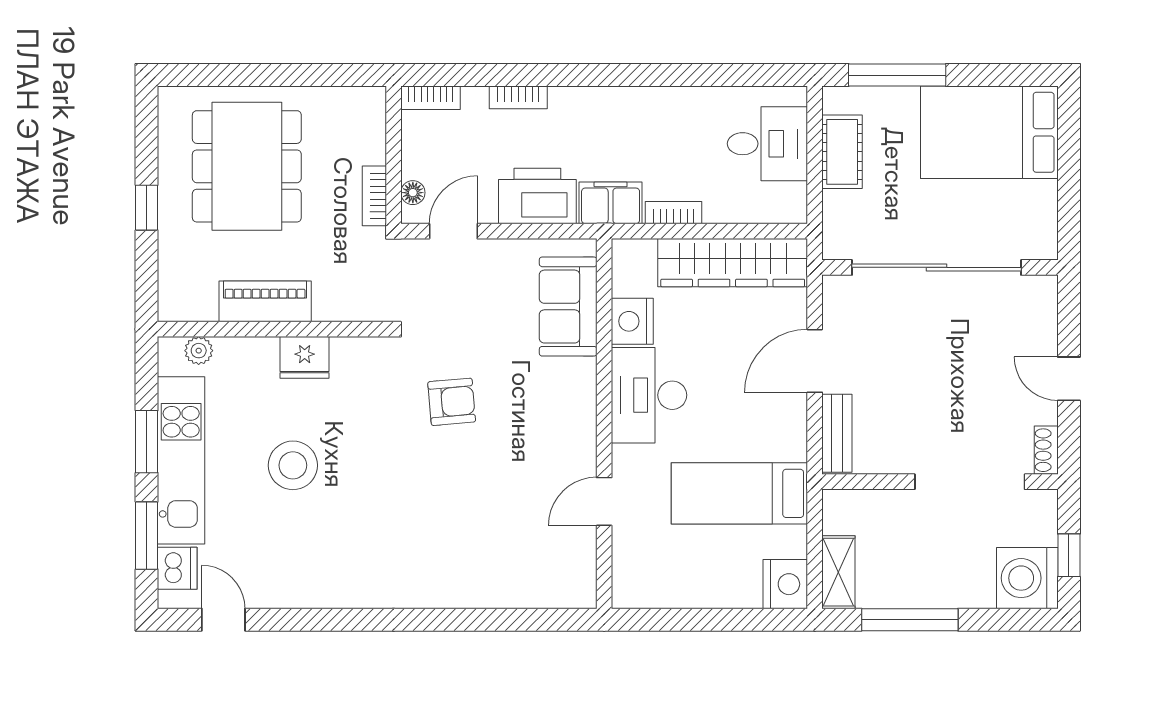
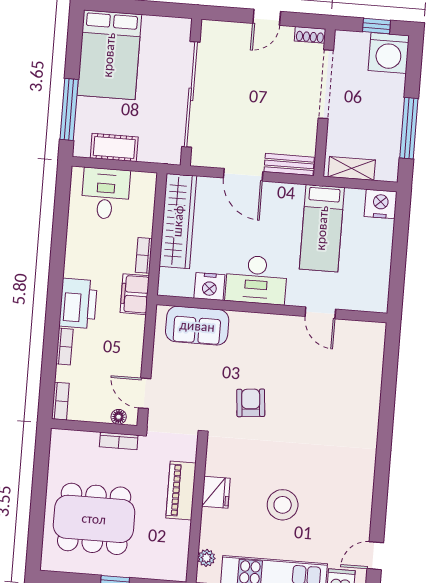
printer: (537, 196) -> (78, 303), moved, turned 180
piano: (265, 301) -> (181, 491), moved
shelving: (838, 572) -> (352, 168), moved

